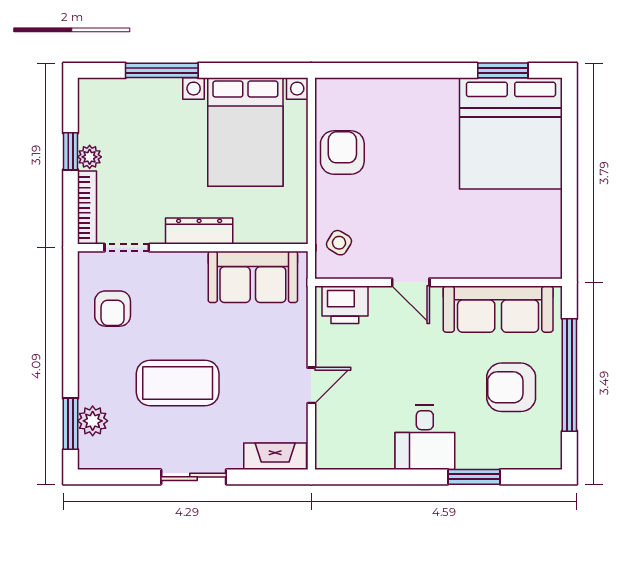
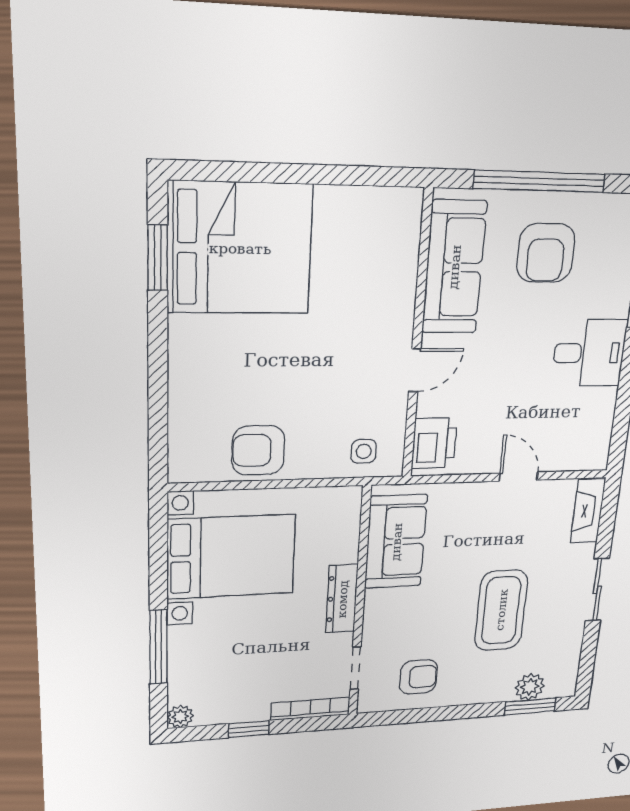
plant: (90, 157) -> (180, 717), moved
side table: (339, 243) -> (364, 451), turned -31

